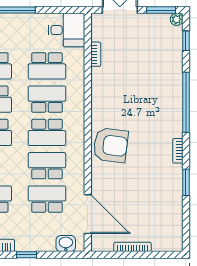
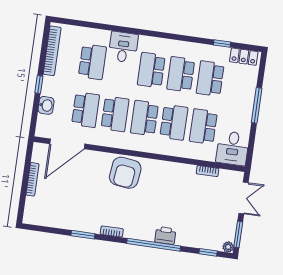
printer: (174, 91) -> (165, 235), added
washbasin: (66, 244) -> (46, 105), moved

